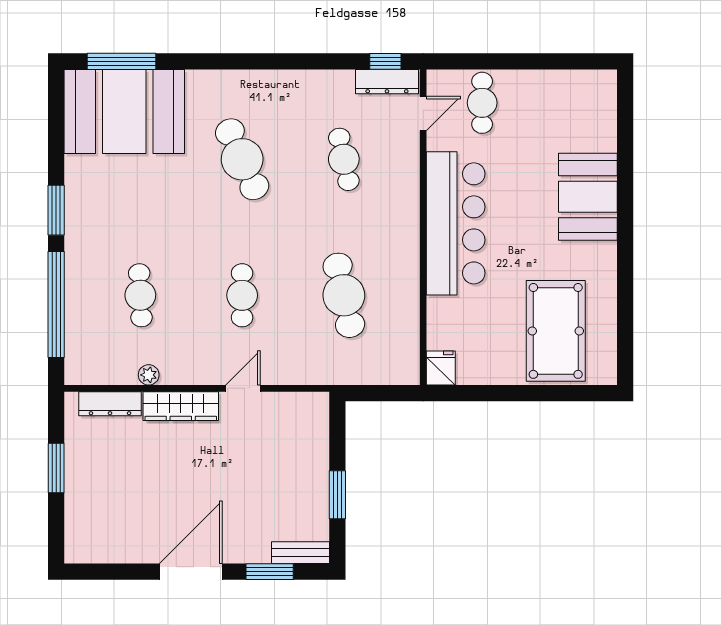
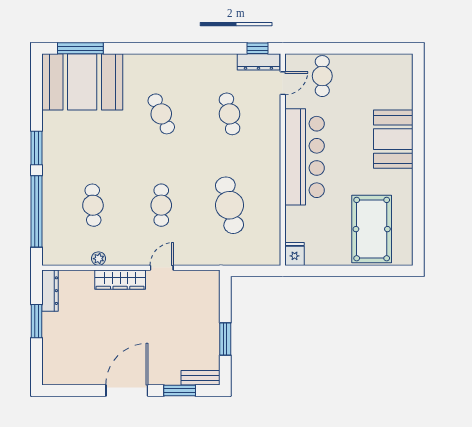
cafe table: (242, 159) -> (161, 114), width x0.73, depth x0.74
dresser: (110, 404) -> (50, 291), moved, turned -90

